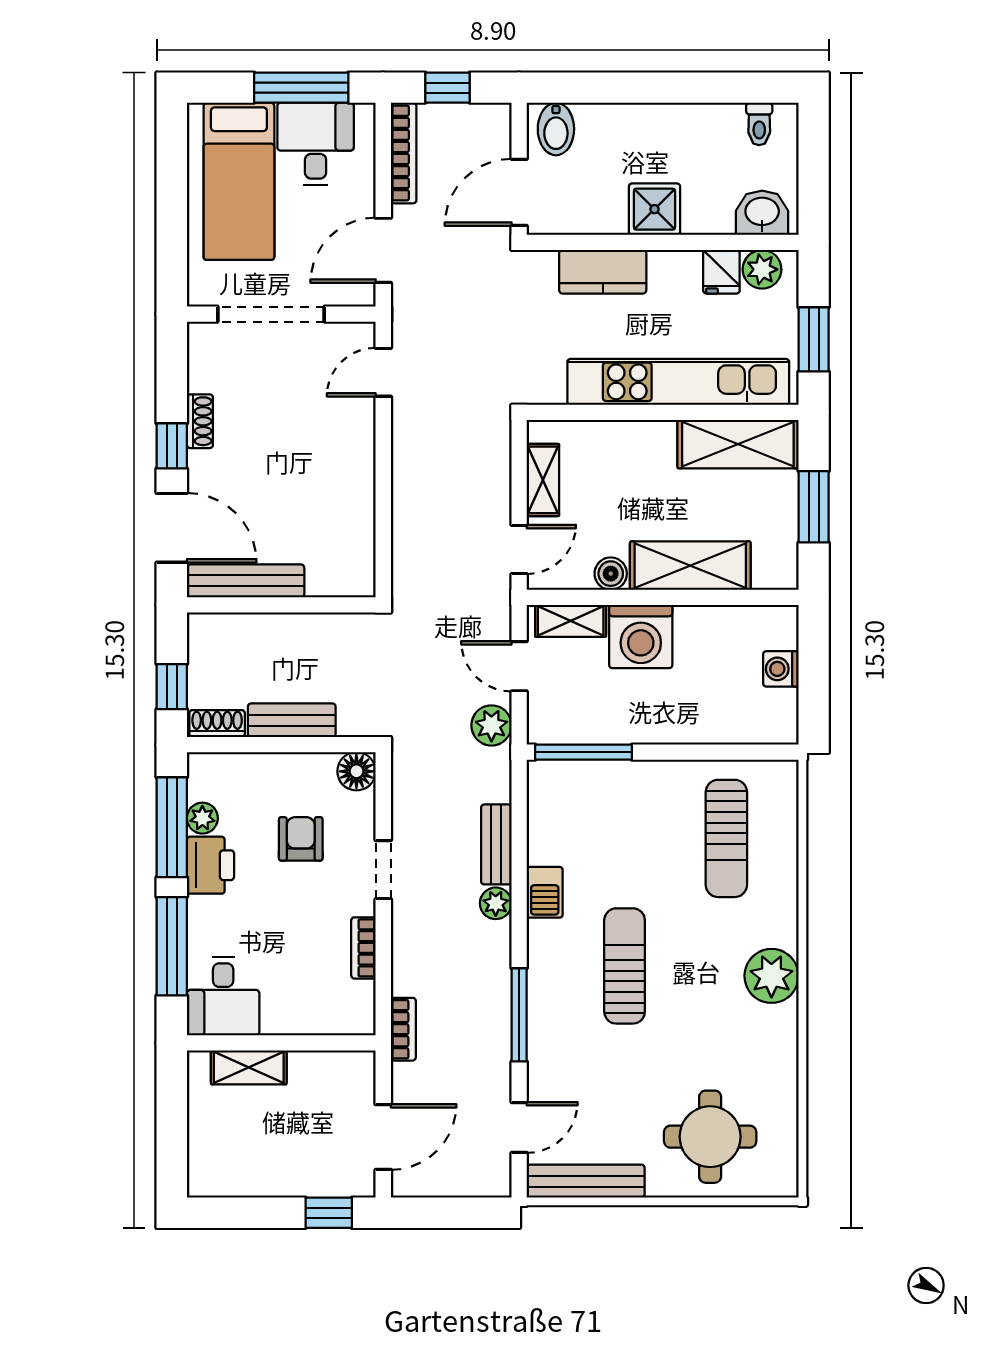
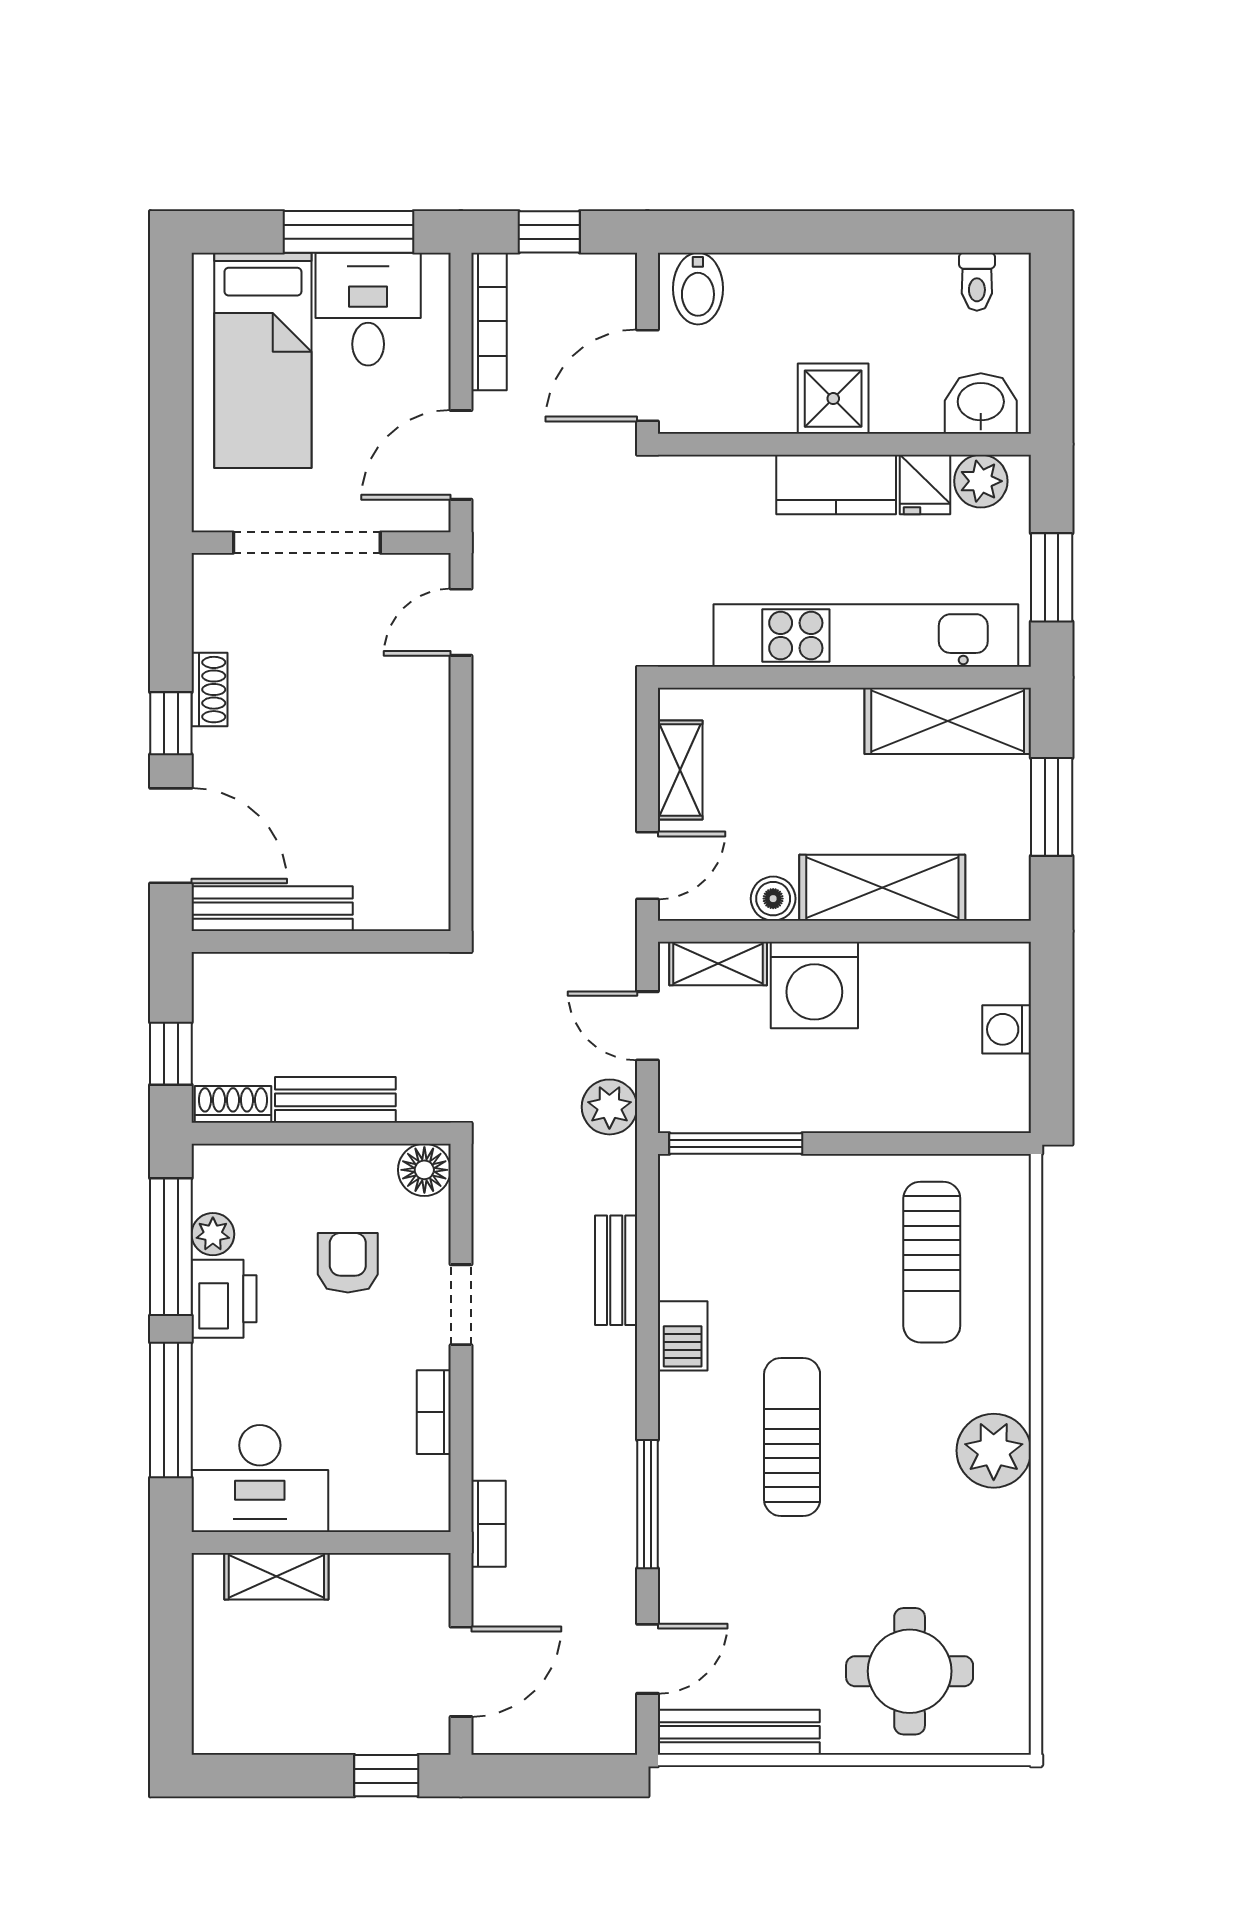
kitchen counter: (603, 272) -> (836, 484), moved
plant: (496, 903) -> (615, 1351), removed
desk: (223, 996) -> (260, 1479), width x1.37

